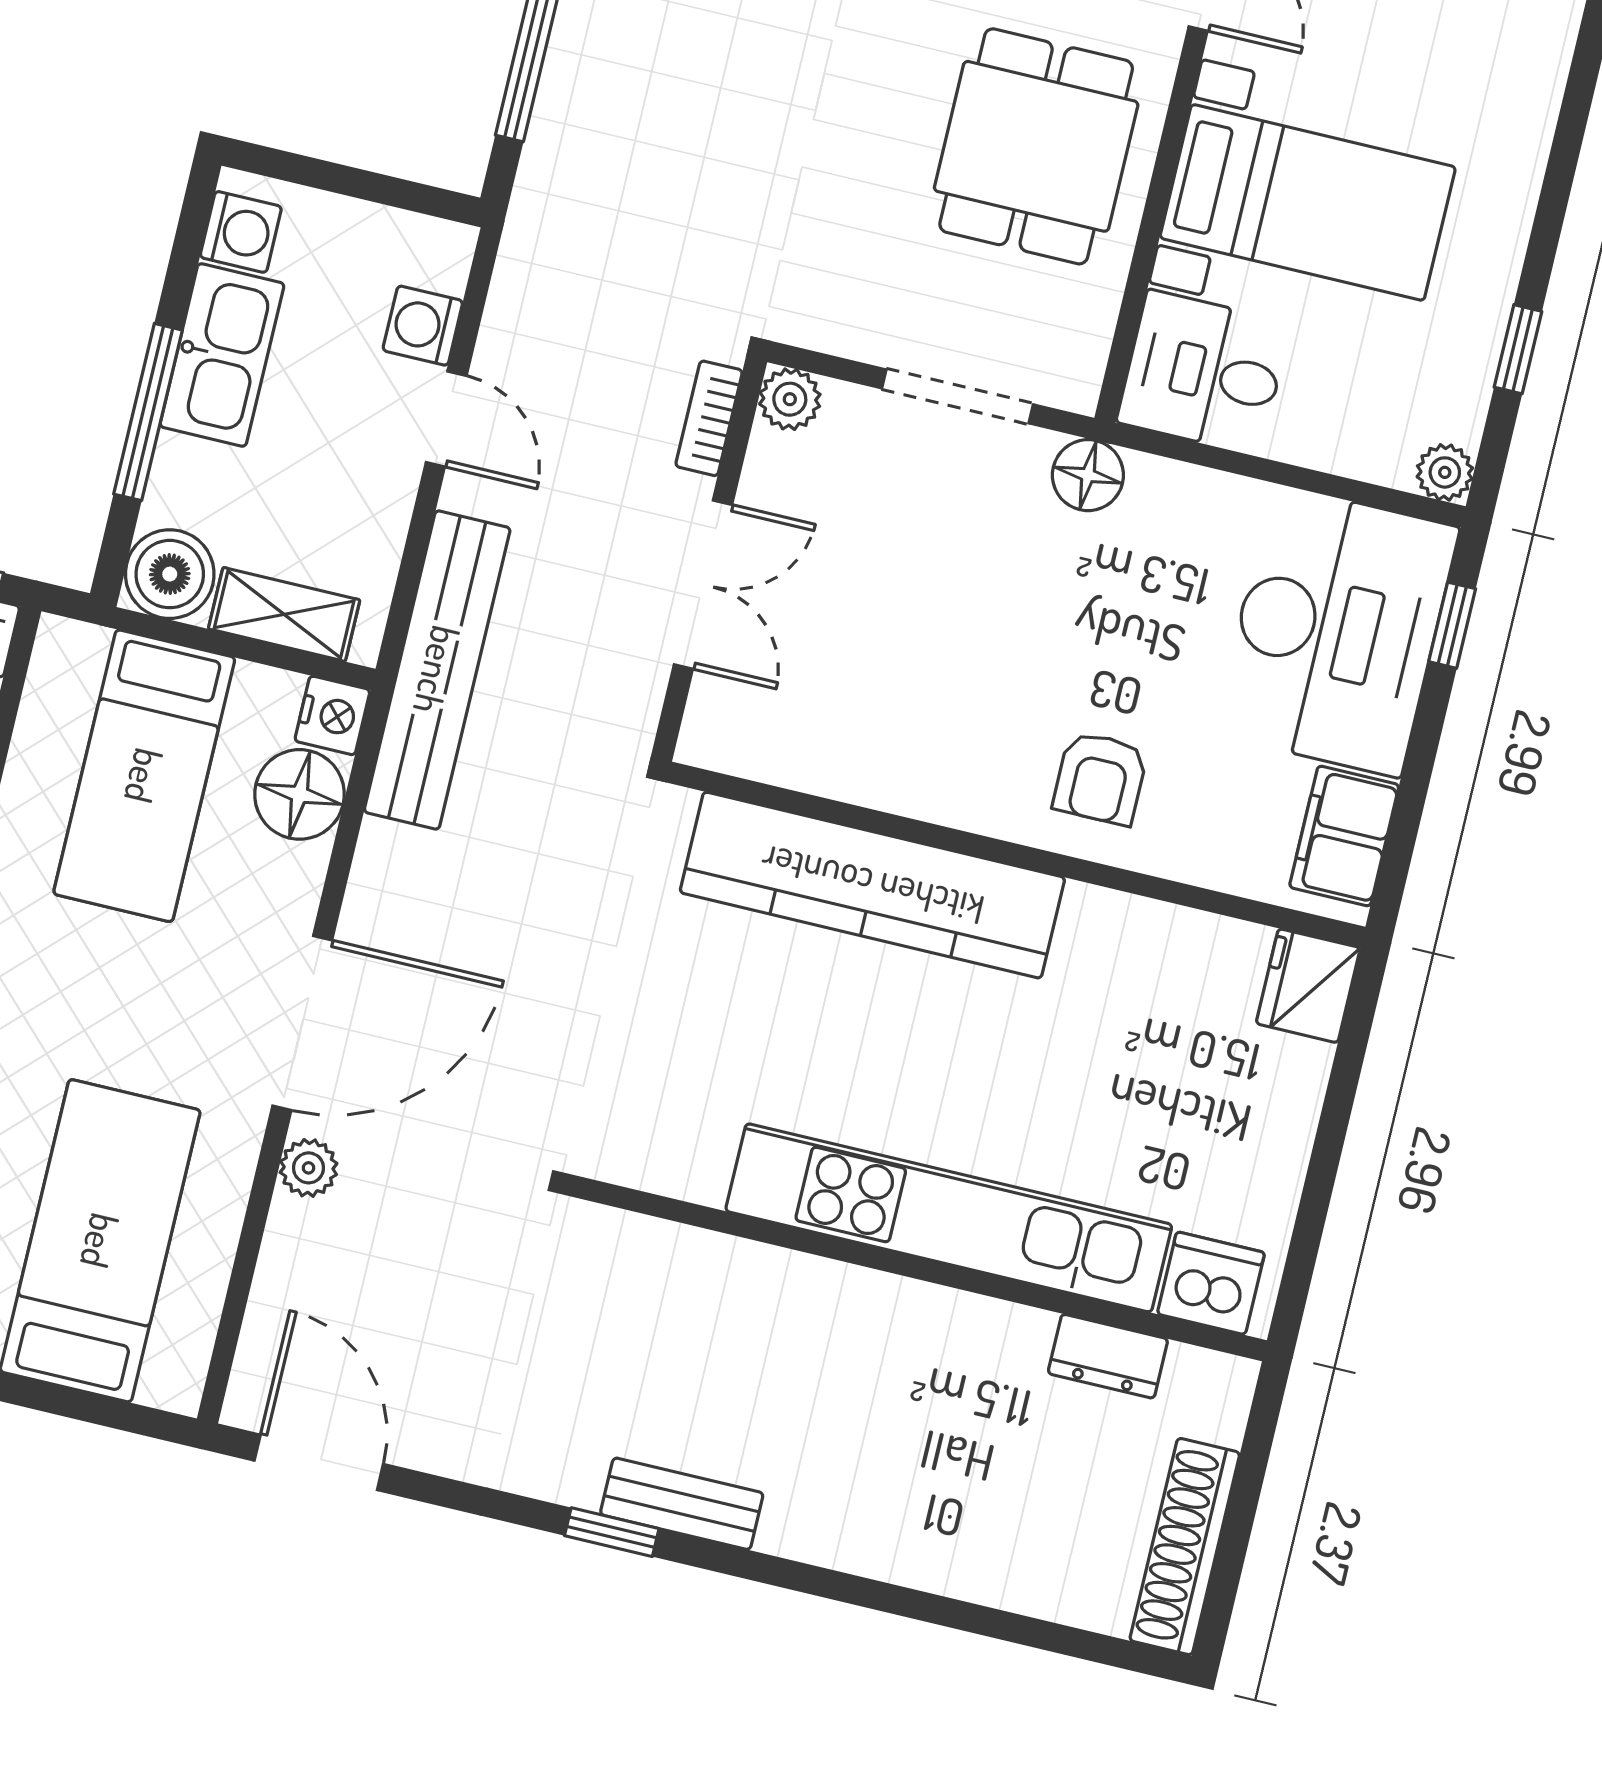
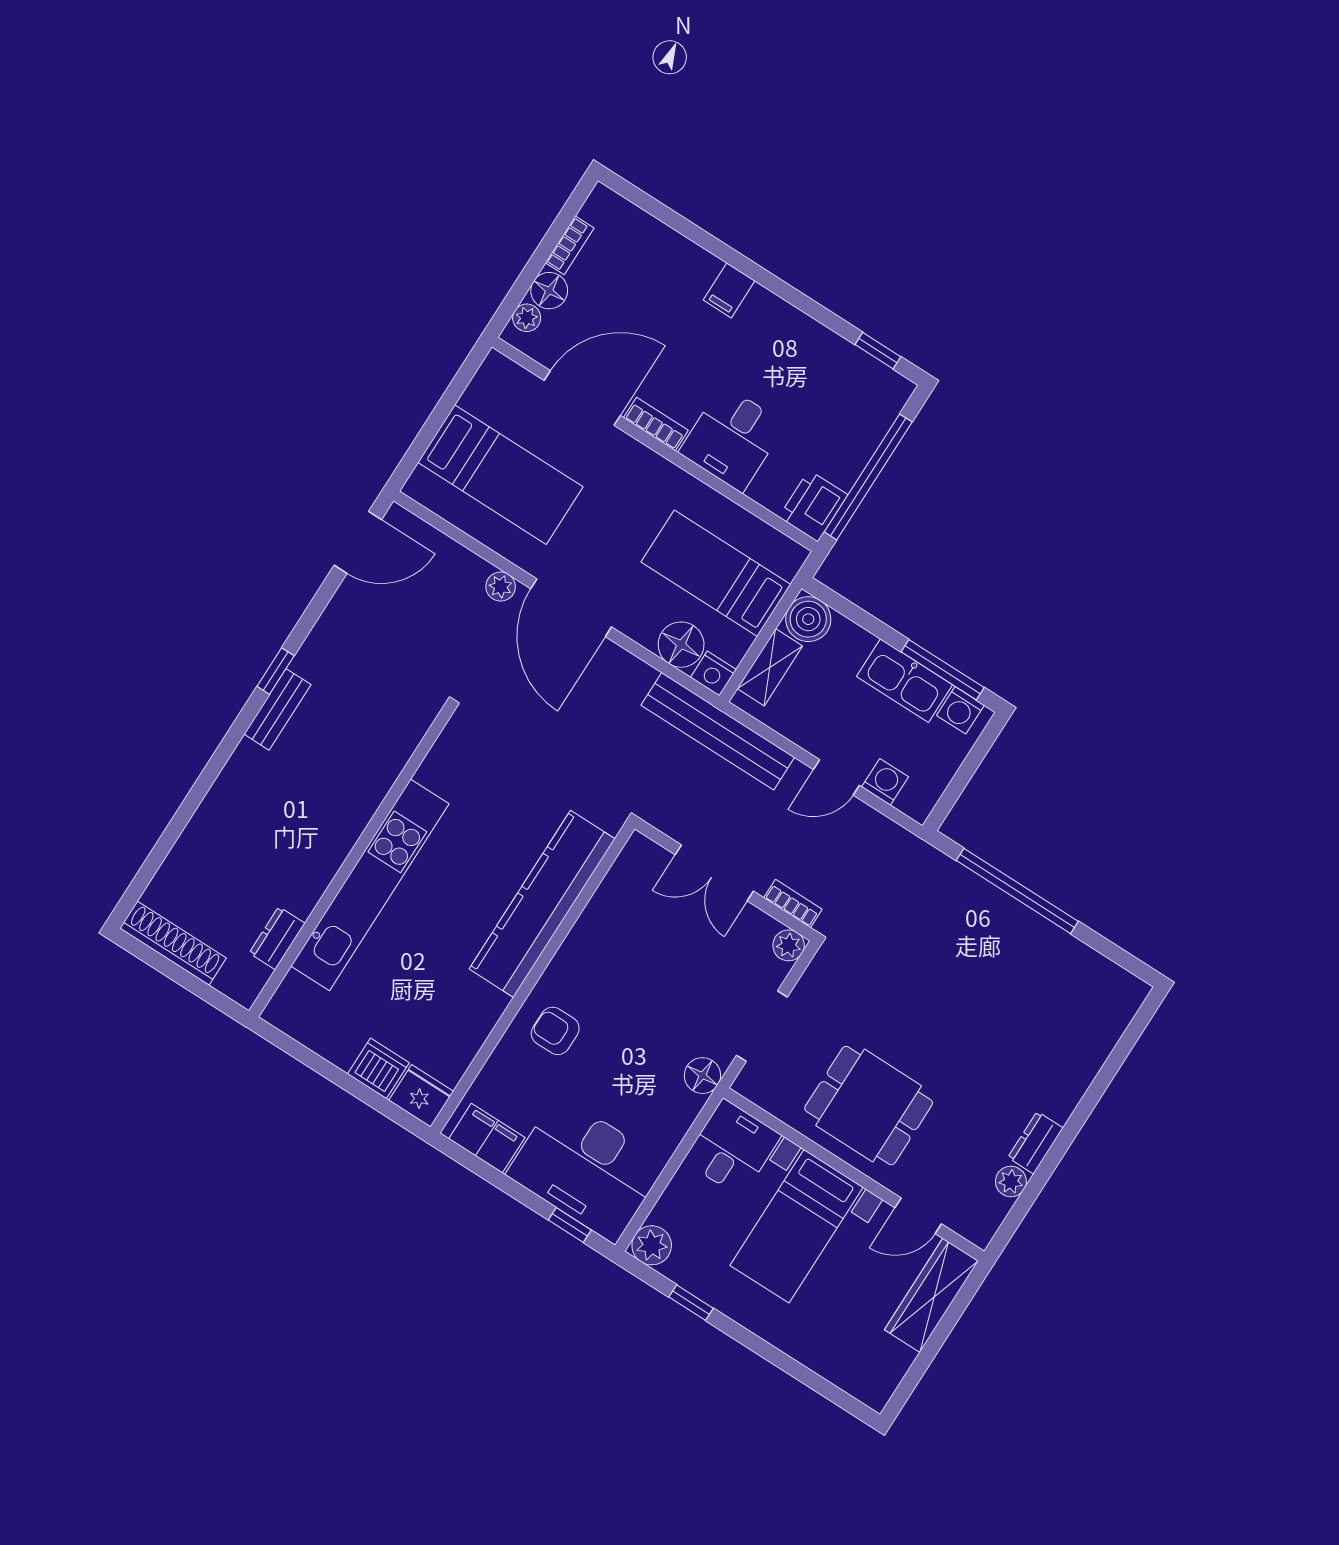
window: (148, 412) -> (943, 670), moved
plant: (1445, 472) -> (652, 1245), width x1.38, depth x1.38
dishwasher: (1211, 1283) -> (378, 1068), moved, turned -90

